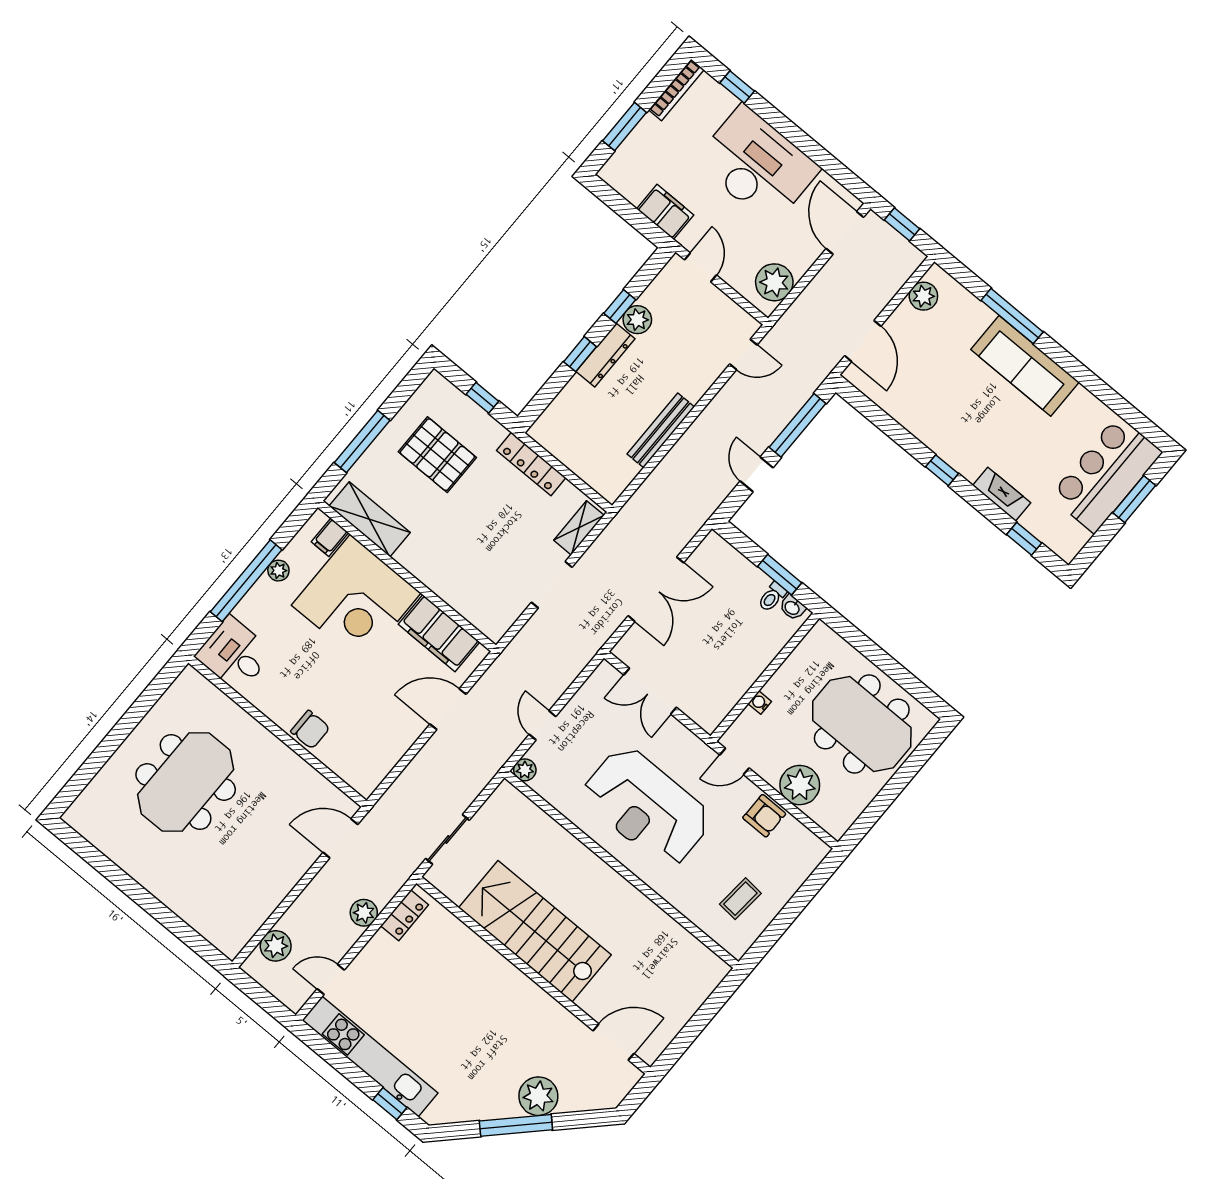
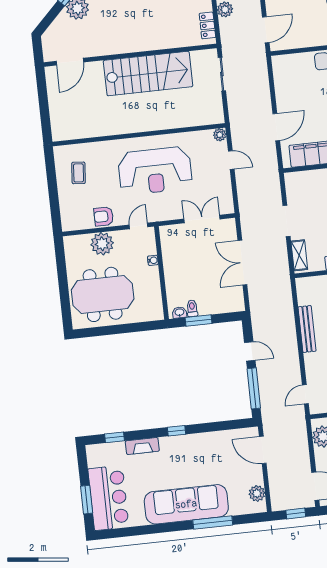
sofa: (1025, 366) -> (186, 504), width x1.36, depth x1.27
reception desk: (647, 807) -> (155, 171), turned 180

